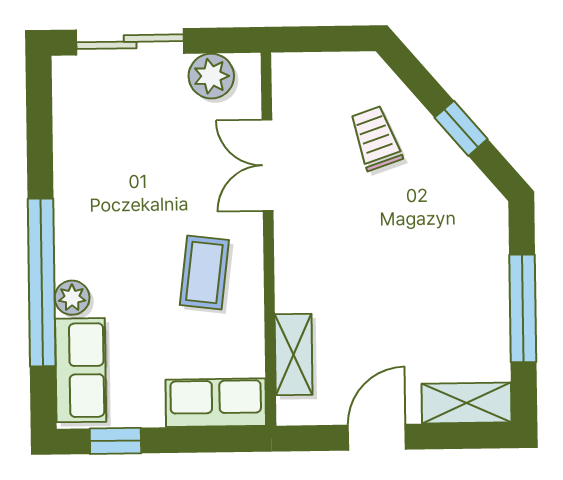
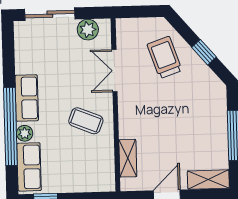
trolley: (376, 138) -> (165, 57), width x1.36, depth x1.39
coffee table: (204, 273) -> (86, 121), turned -75
row of seats: (216, 403) -> (27, 98), moved, turned 90

